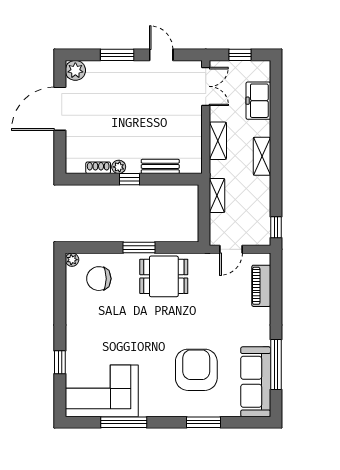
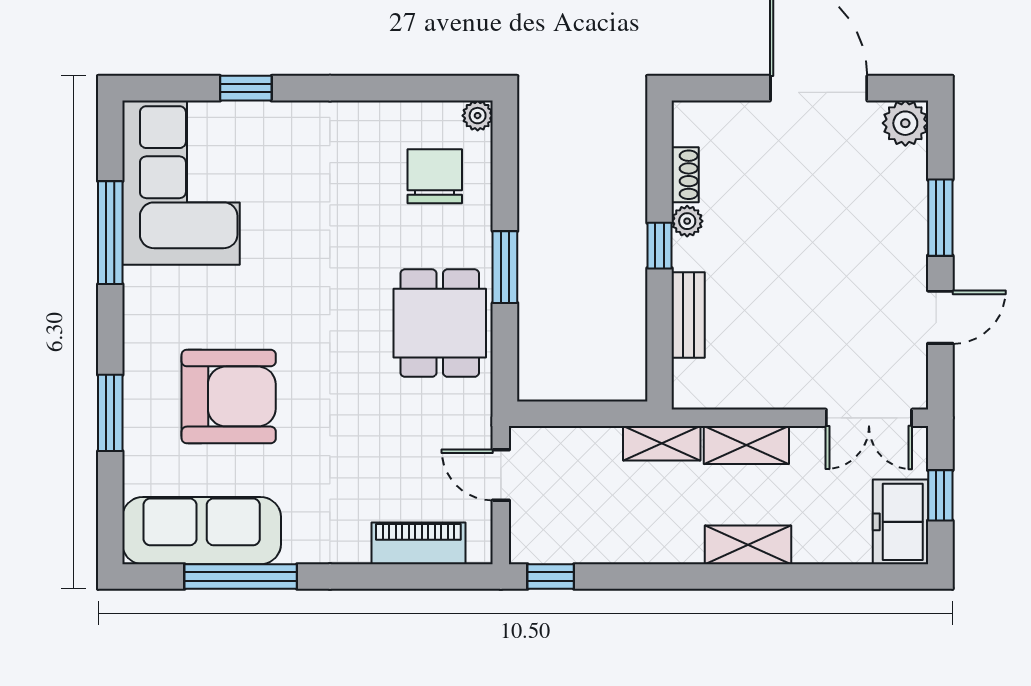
freezer: (258, 101) -> (900, 522), moved, turned -90
shelving: (262, 156) -> (748, 545), moved
shelving: (217, 195) -> (662, 443), moved

